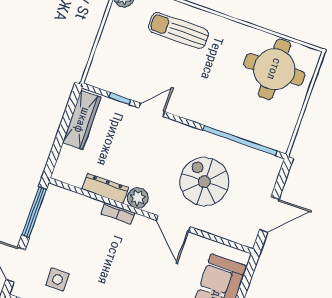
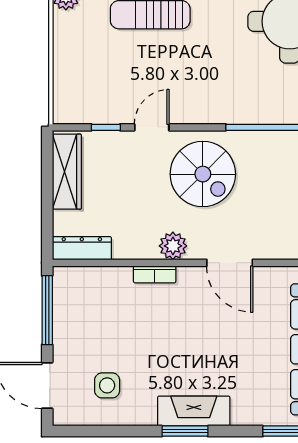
spiral stairs: (204, 182) -> (203, 174), moved, turned 180
dresser: (105, 188) -> (82, 248), moved

